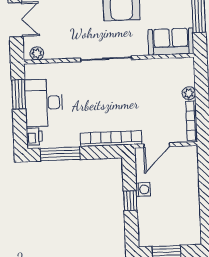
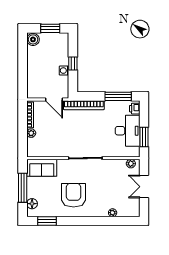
door: (157, 145) -> (54, 100), swing flipped
boiler: (192, 235) -> (33, 39), added

